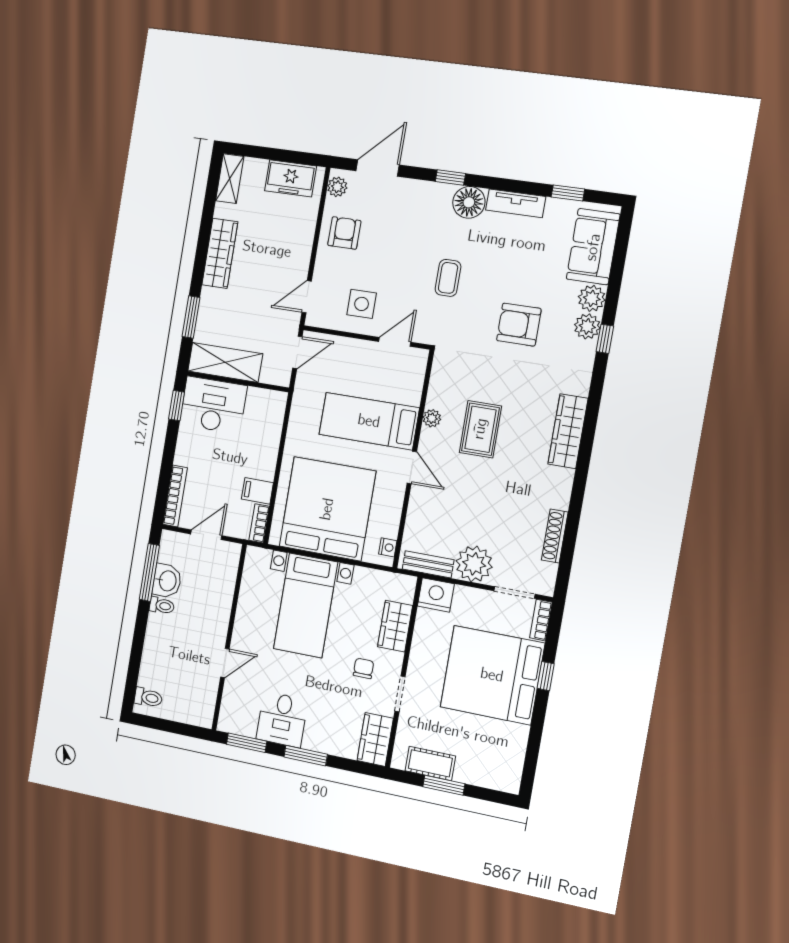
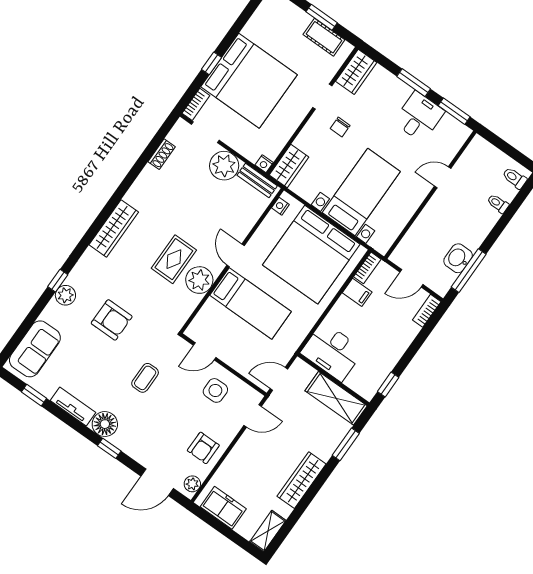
plant: (592, 298) -> (53, 313), removed
desk: (213, 405) -> (332, 351), moved
plant: (432, 418) -> (199, 280), width x1.87, depth x1.87
bookcase: (175, 496) -> (427, 311), width x0.64
shoe rack: (555, 536) -> (162, 154), width x0.70
nightstand: (436, 595) -> (264, 164), width x0.53, depth x0.56
toilet: (162, 606) -> (498, 204), moved
wardrobe: (395, 626) -> (289, 166), moved

